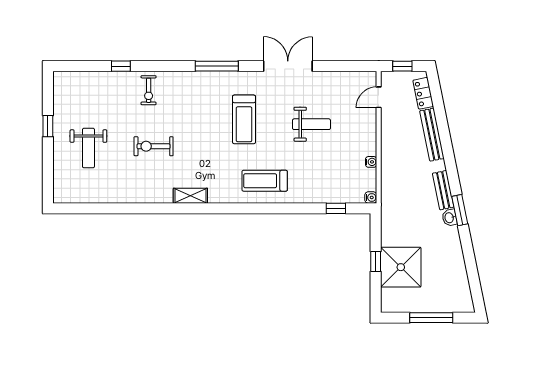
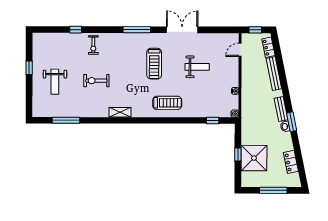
treadmill: (265, 181) -> (167, 103), turned 180
window: (106, 208) -> (66, 120), added
locker: (459, 273) -> (291, 162), added

